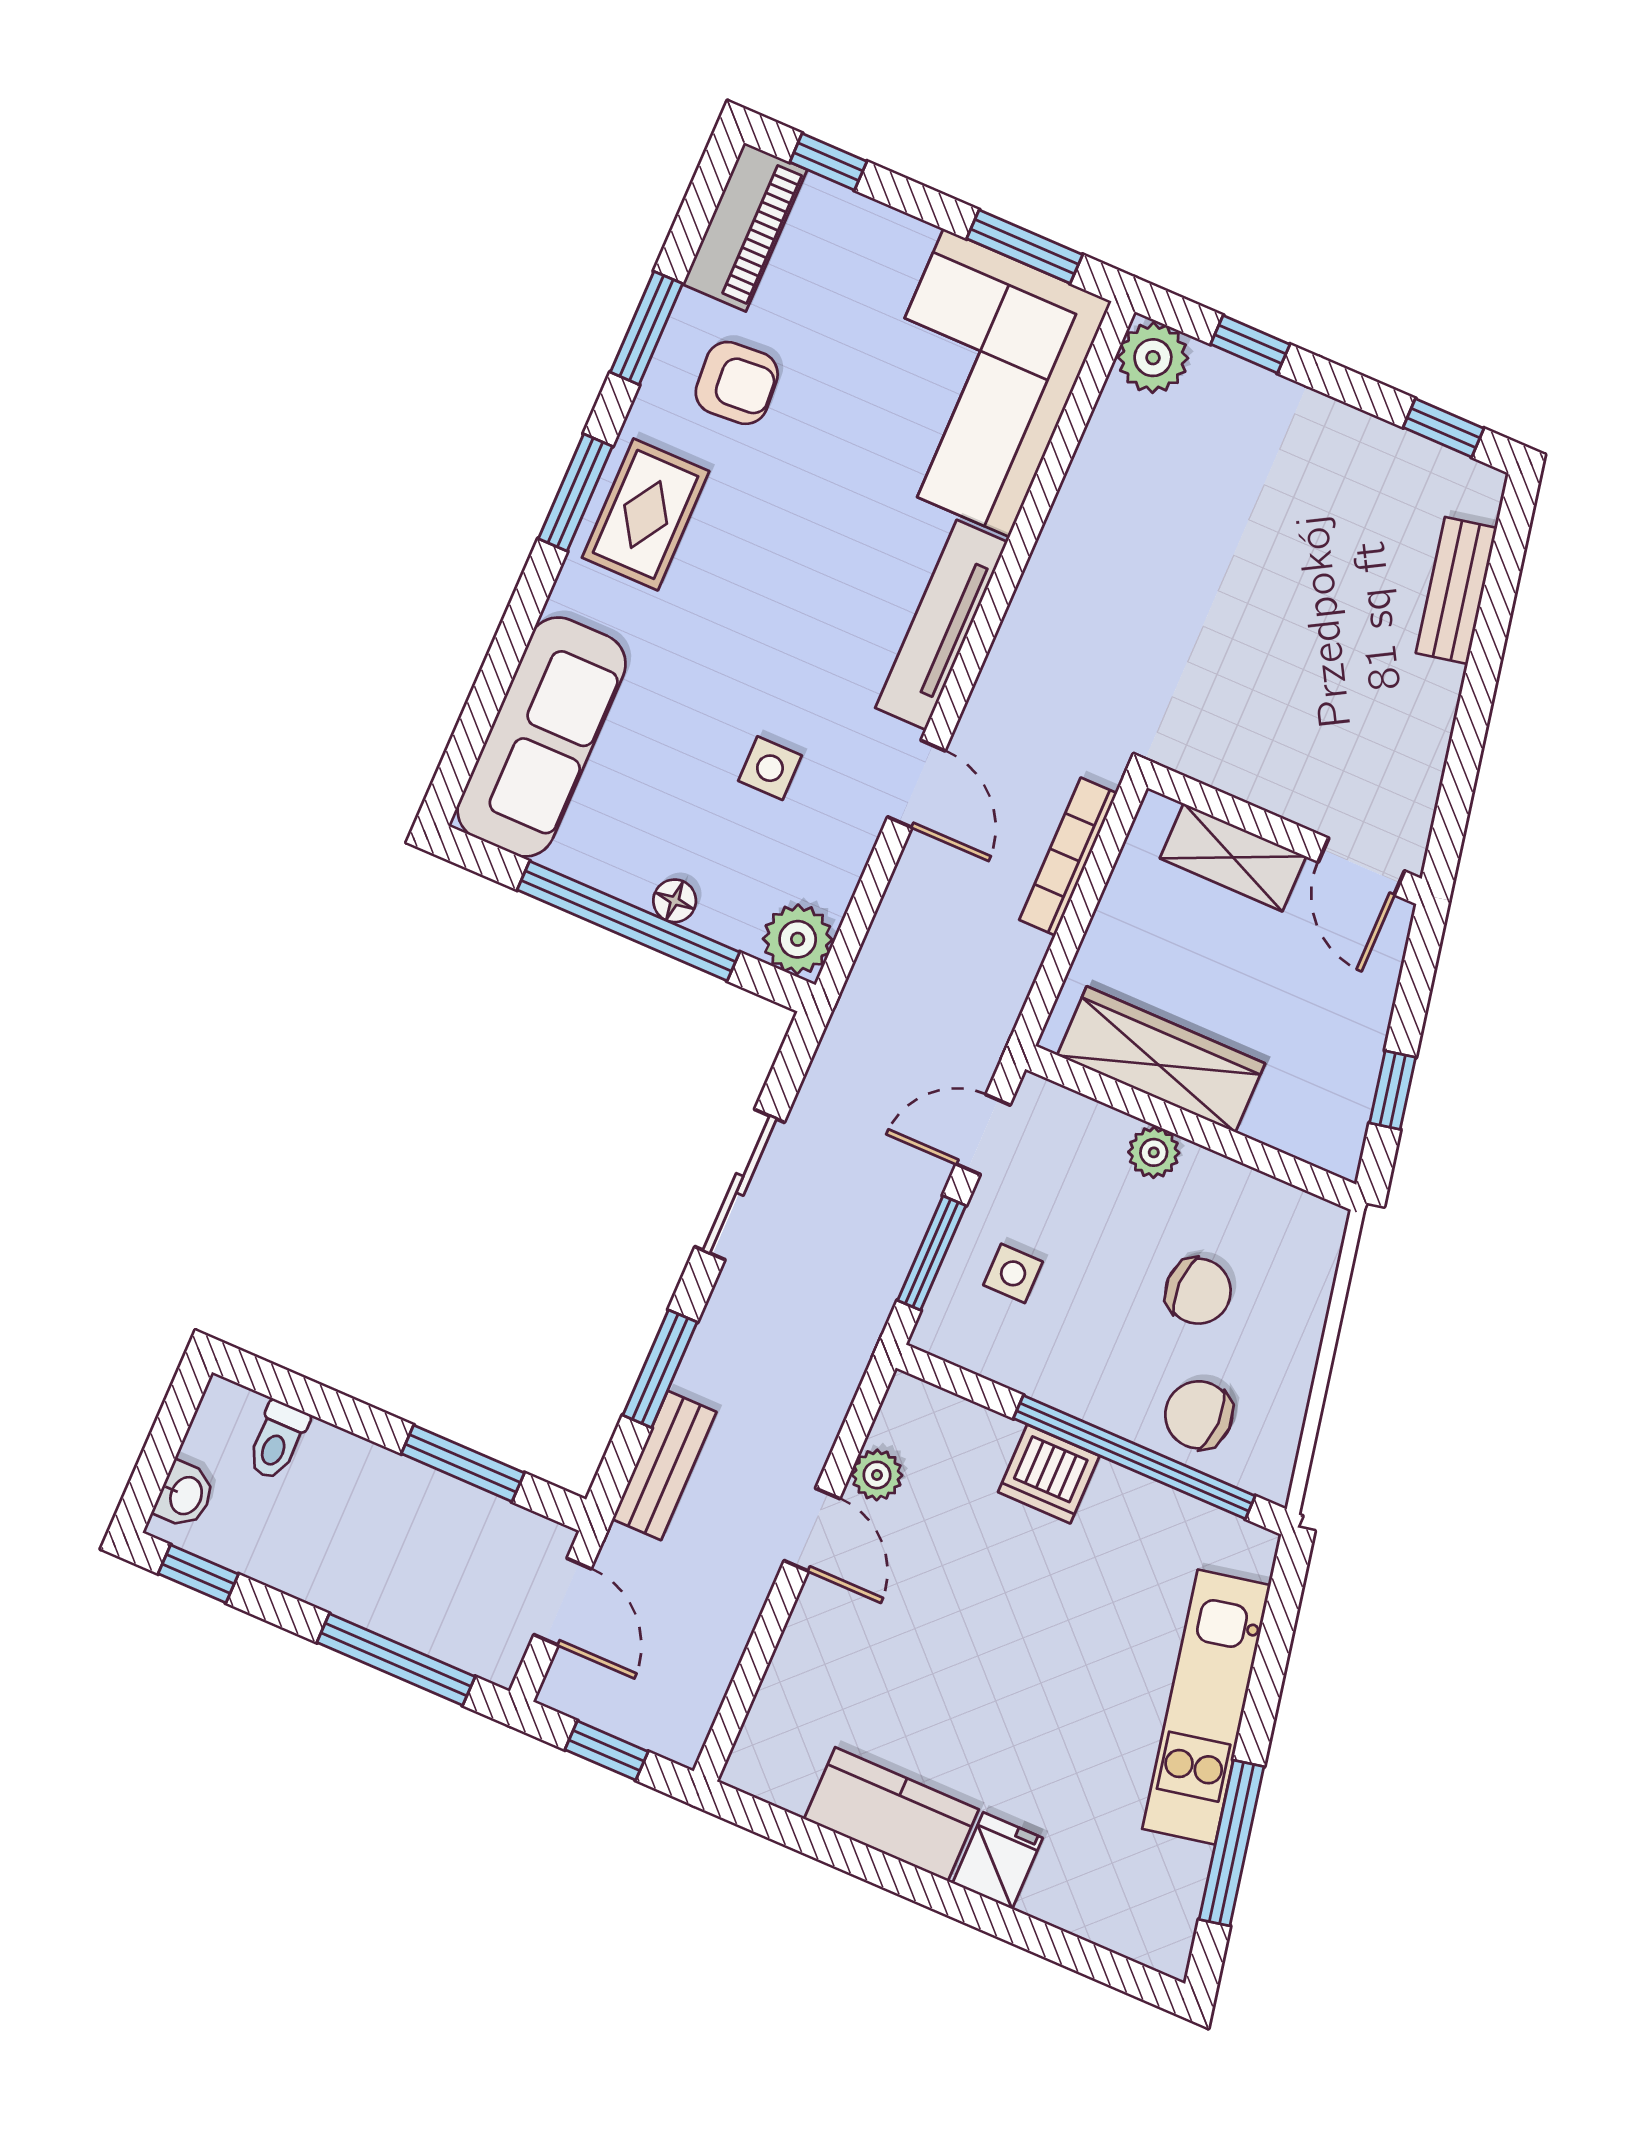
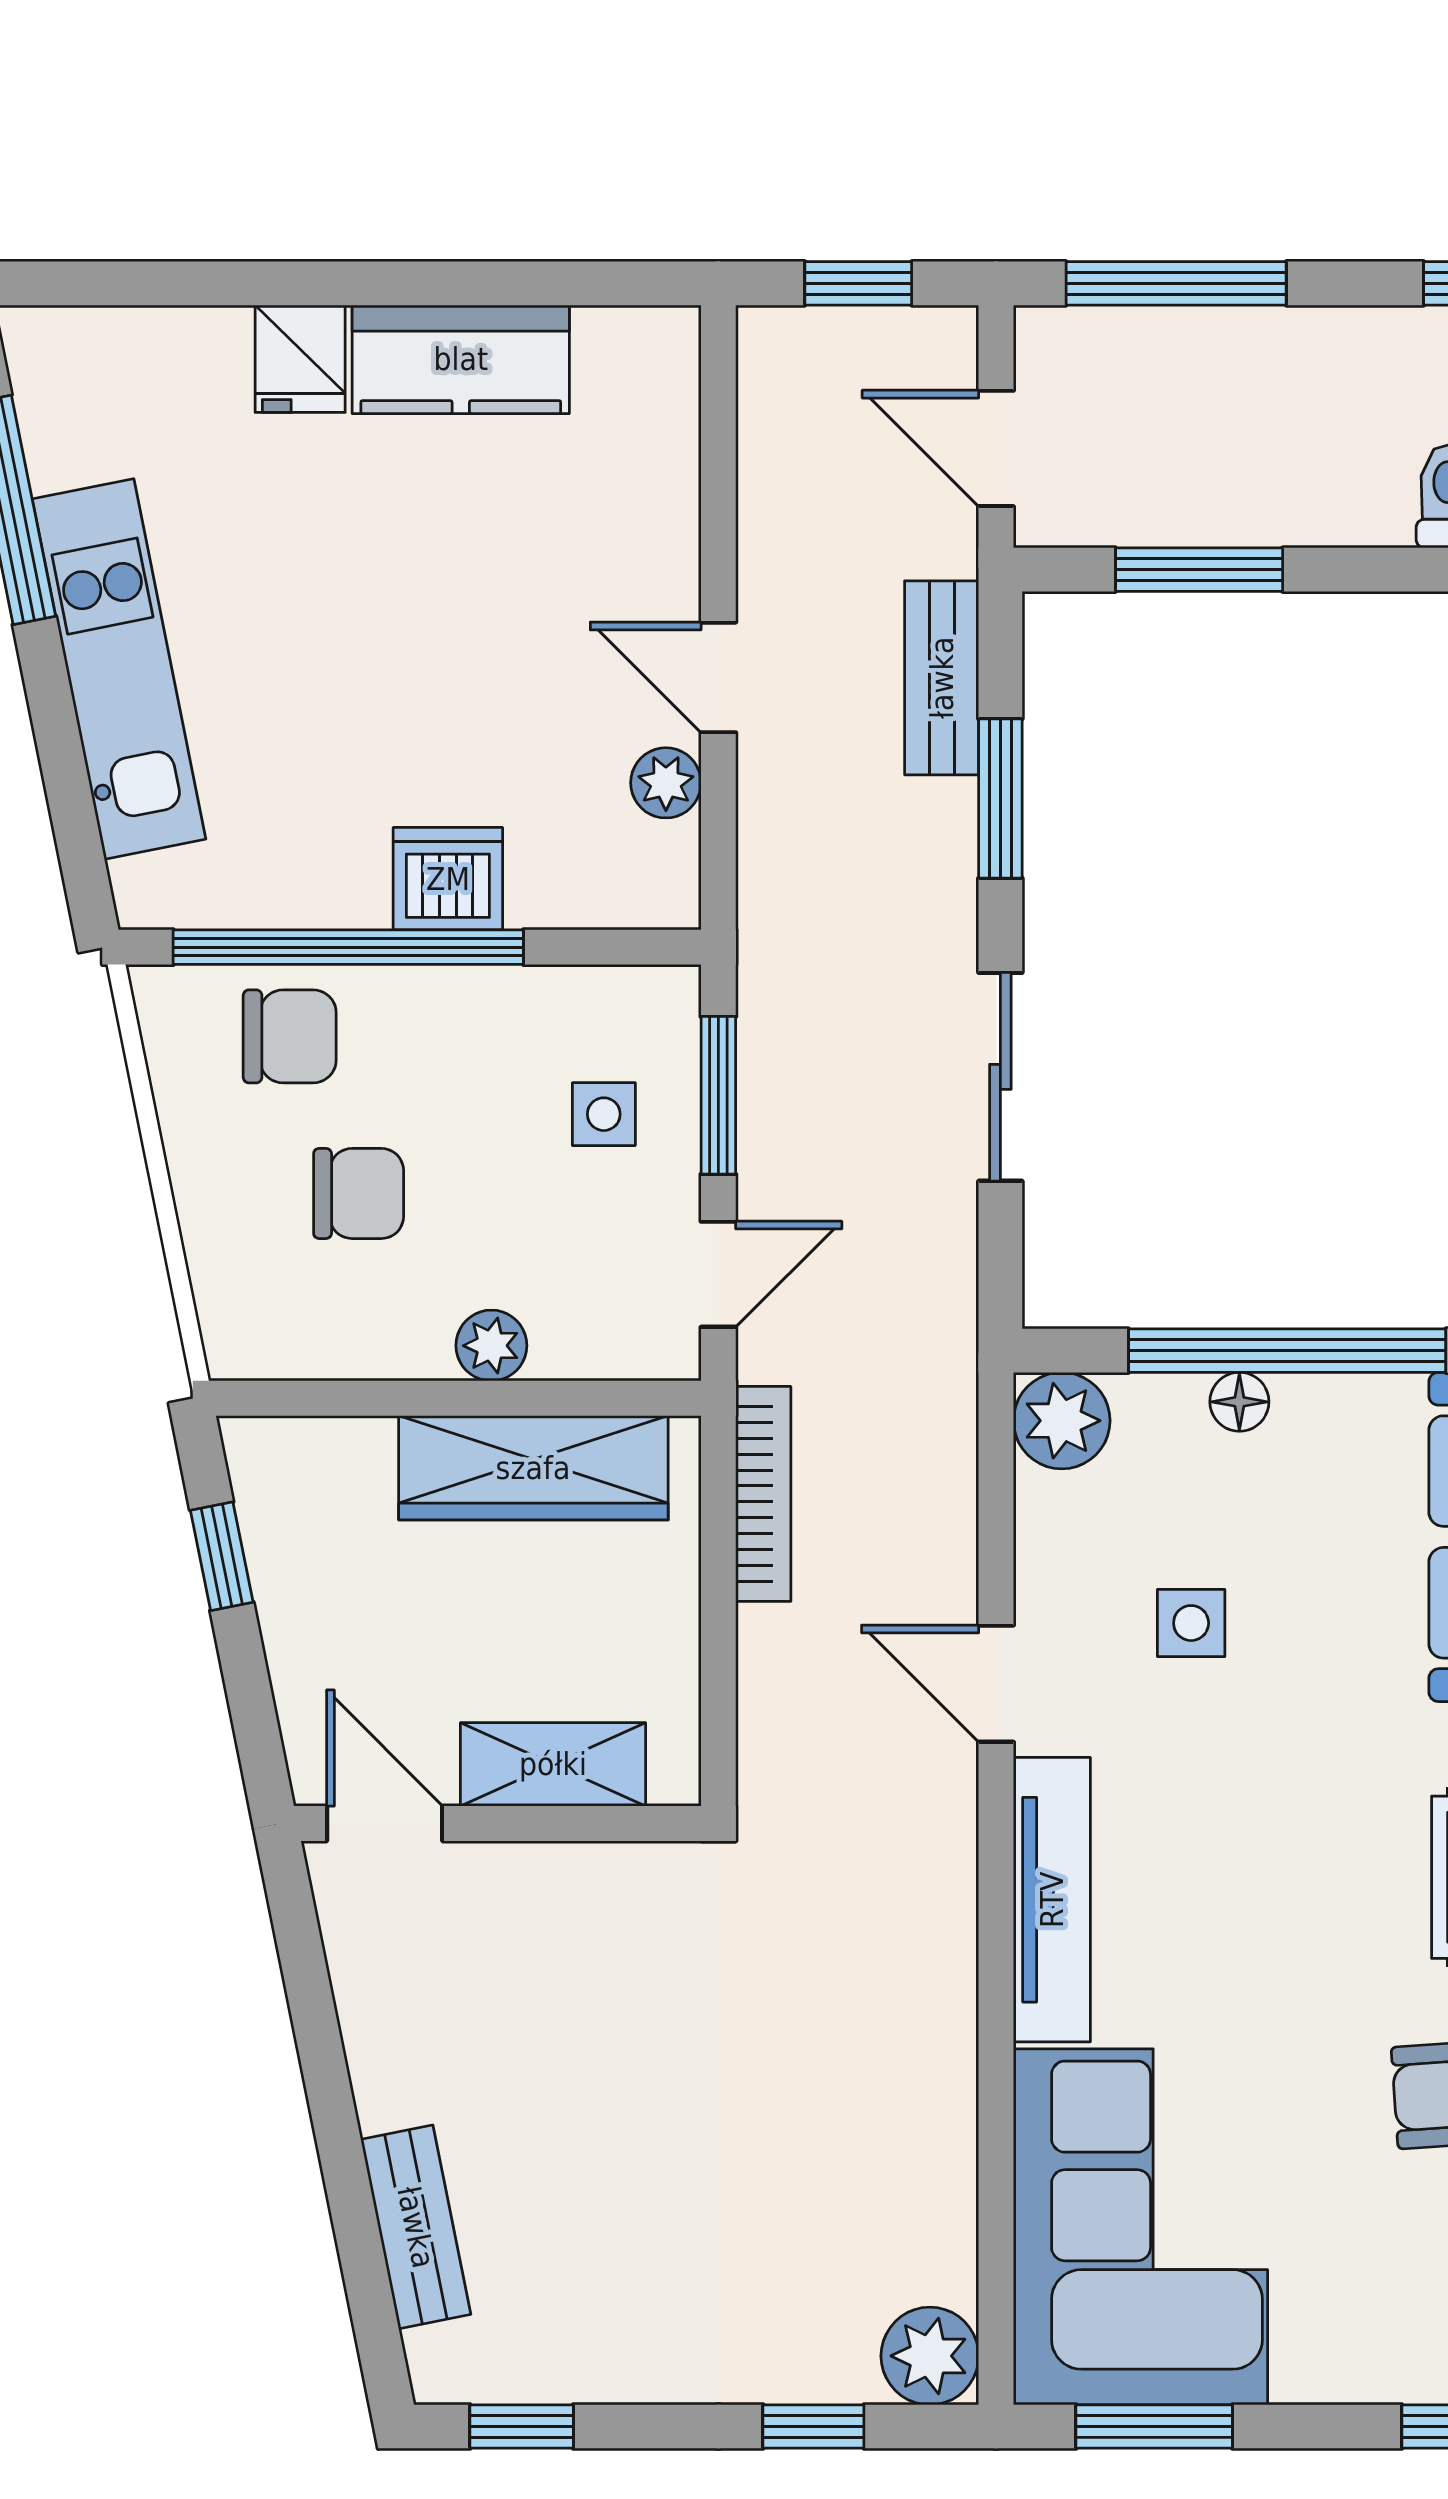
bookcase: (1068, 856) -> (763, 1494), moved
chair: (1198, 1291) -> (359, 1193), turned 180

